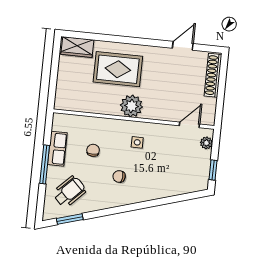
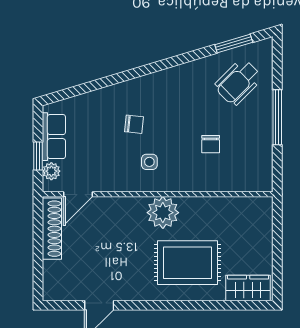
shoe rack: (213, 75) -> (52, 229), moved
row of seats: (57, 149) -> (54, 137), moved, turned 180
window: (213, 170) -> (38, 156), moved
chair: (119, 177) -> (134, 124), moved

